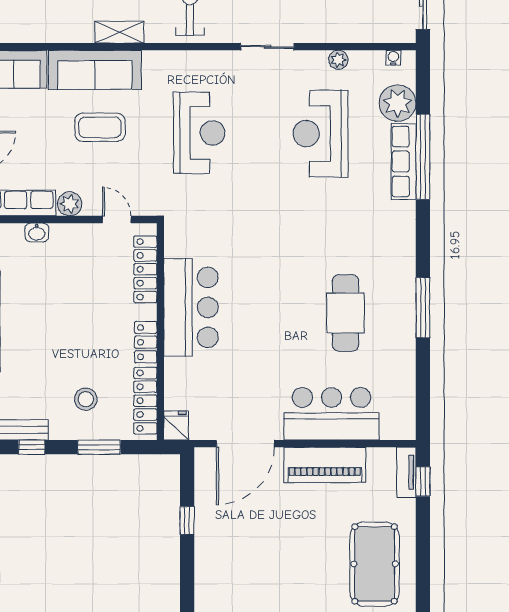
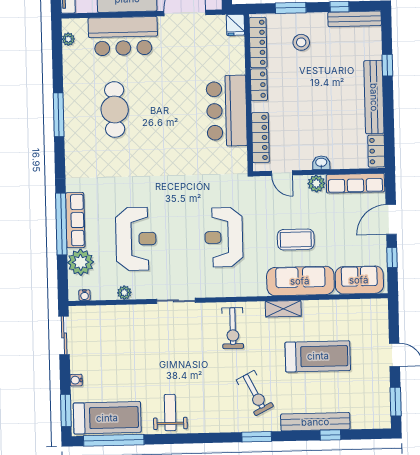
washbasin: (37, 232) -> (321, 163), moved
plant: (407, 411) -> (68, 39), added

